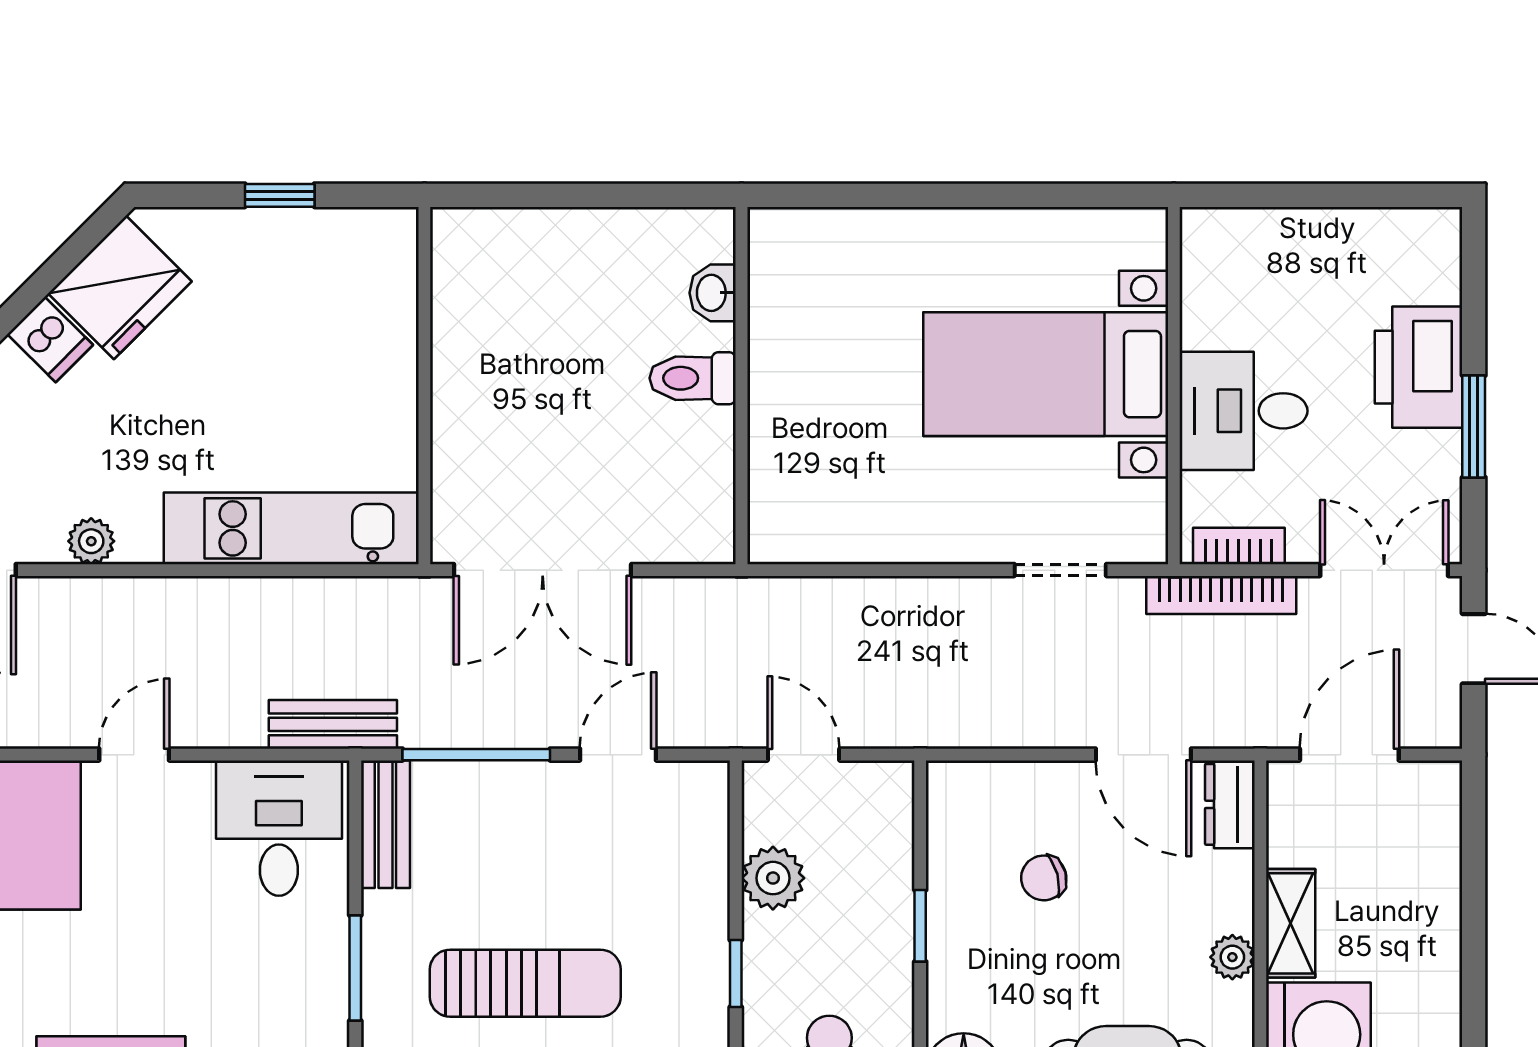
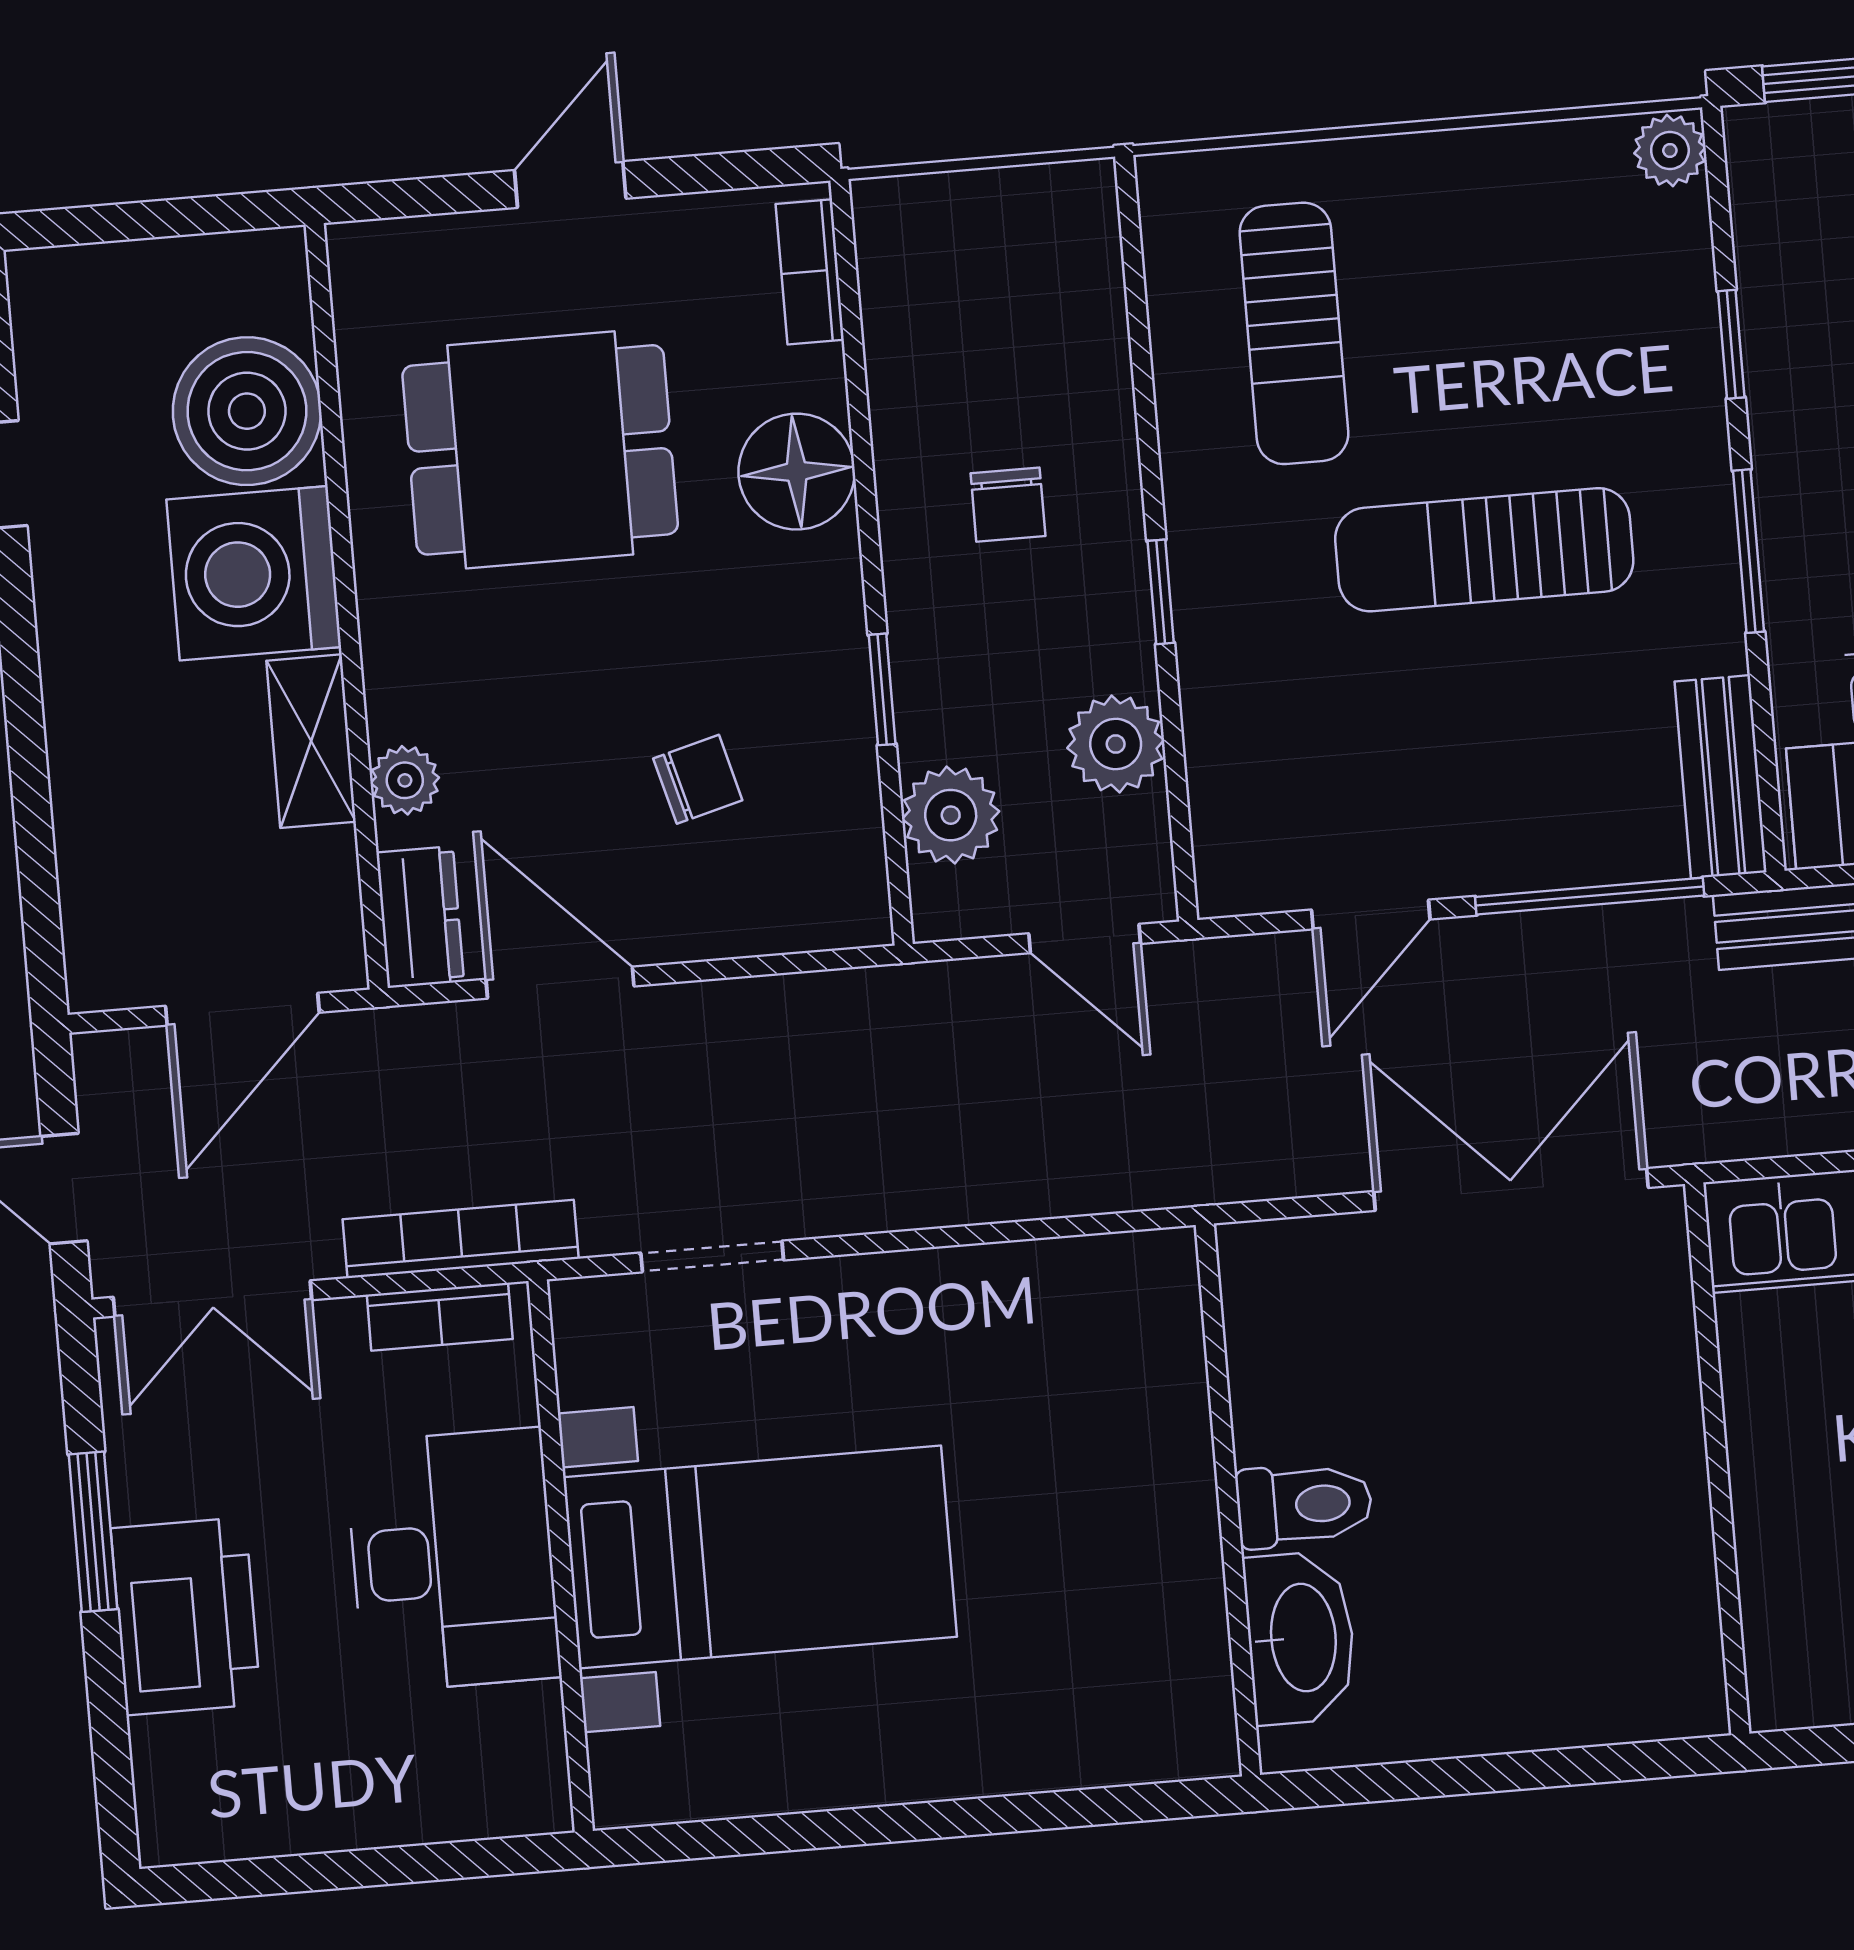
washbasin: (713, 293) -> (1300, 1638), width x1.91, depth x1.45
desk: (1244, 411) -> (453, 1560), width x1.37
plant: (883, 841) -> (951, 815), added
plant: (1232, 957) -> (405, 780), moved

